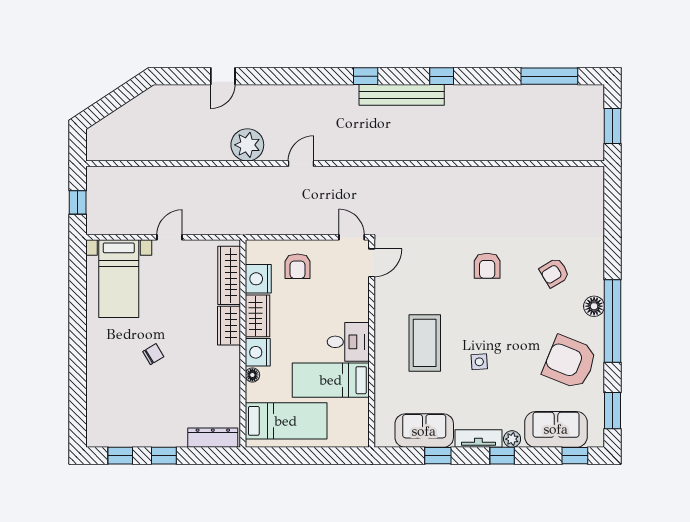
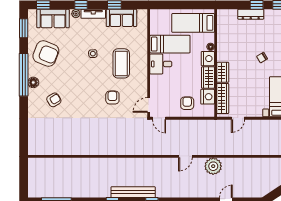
window: (612, 126) -> (24, 176), removed
door: (169, 237) -> (238, 118), moved
armchair: (487, 266) -> (112, 98), moved
dresser: (213, 438) -> (251, 14), moved

